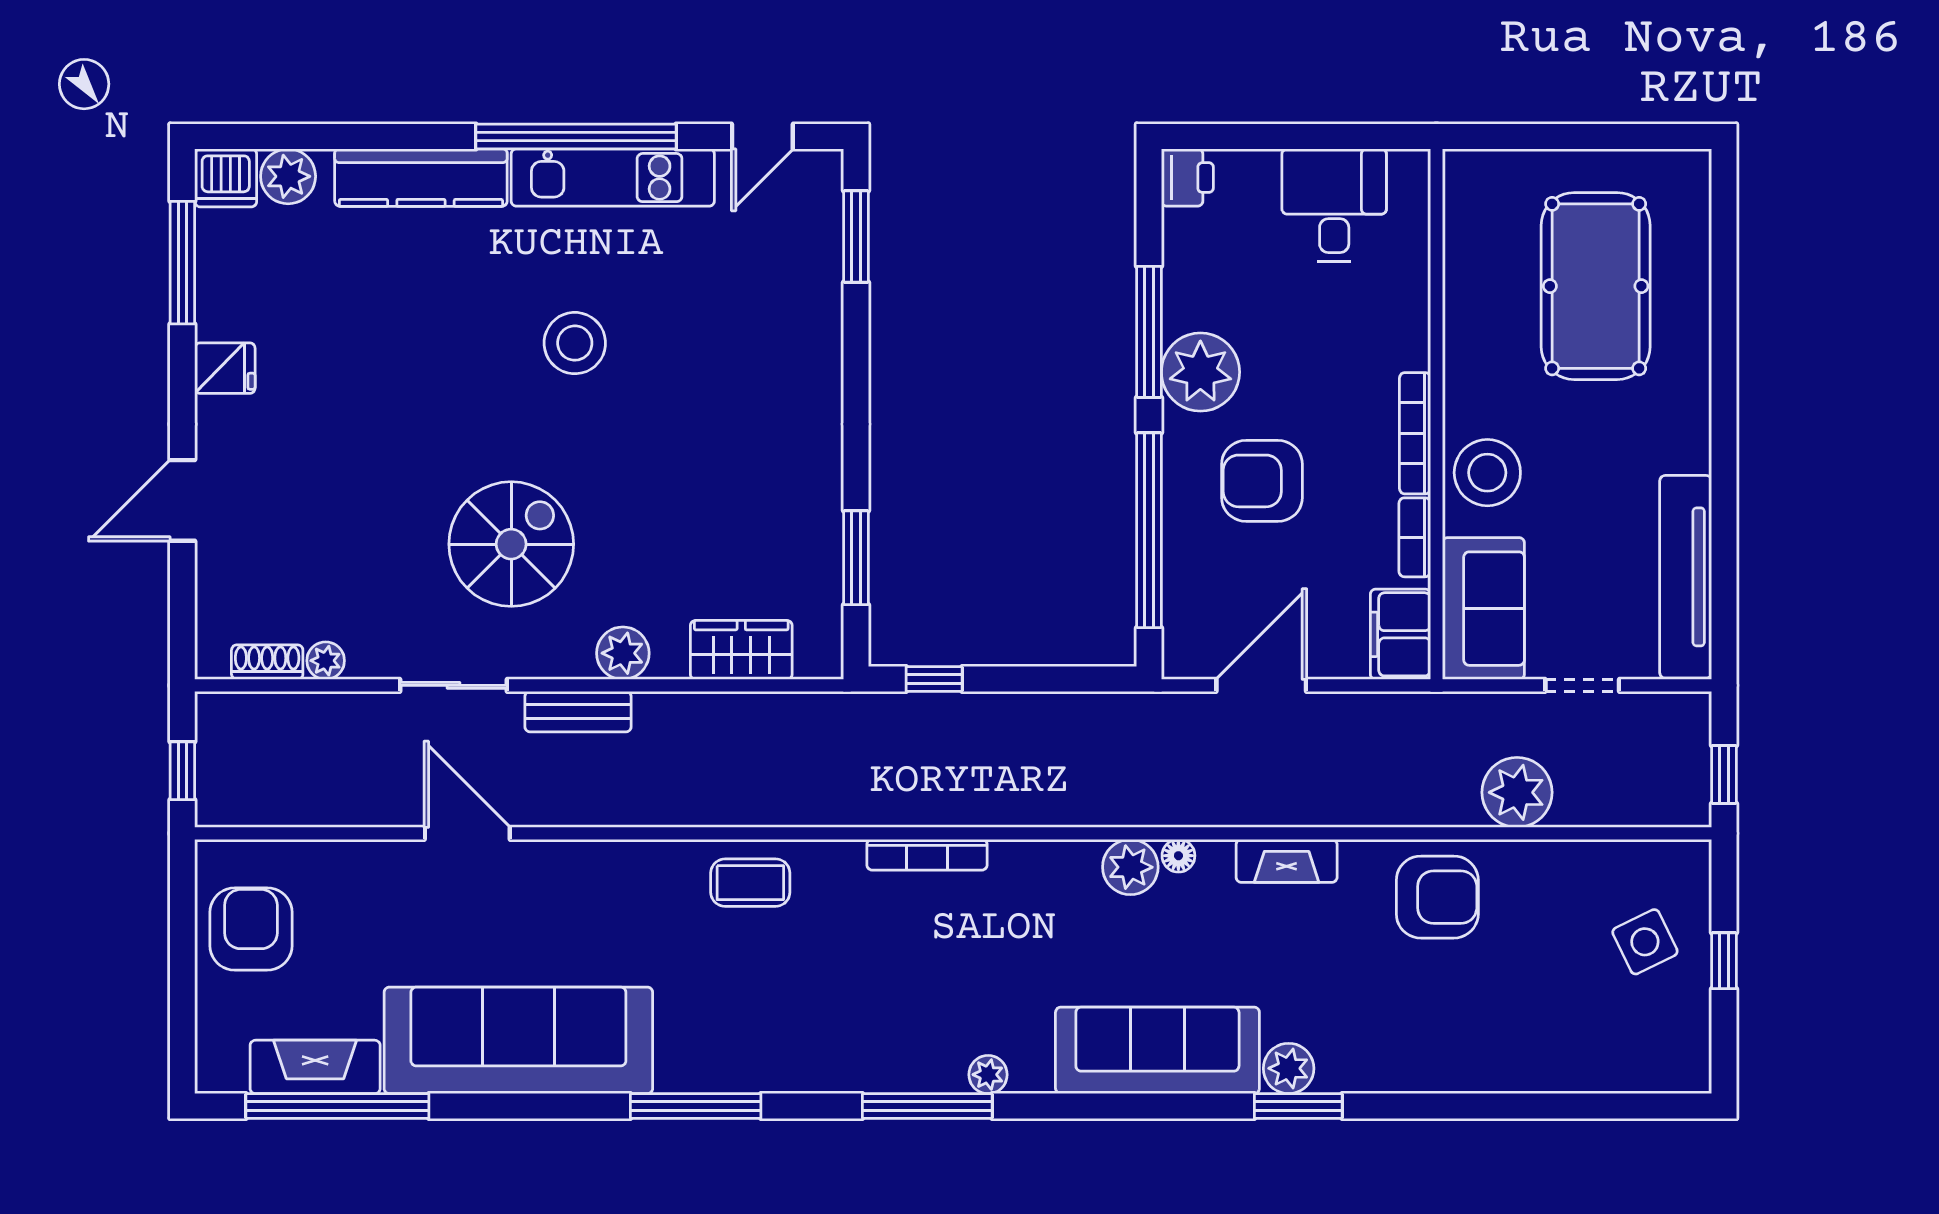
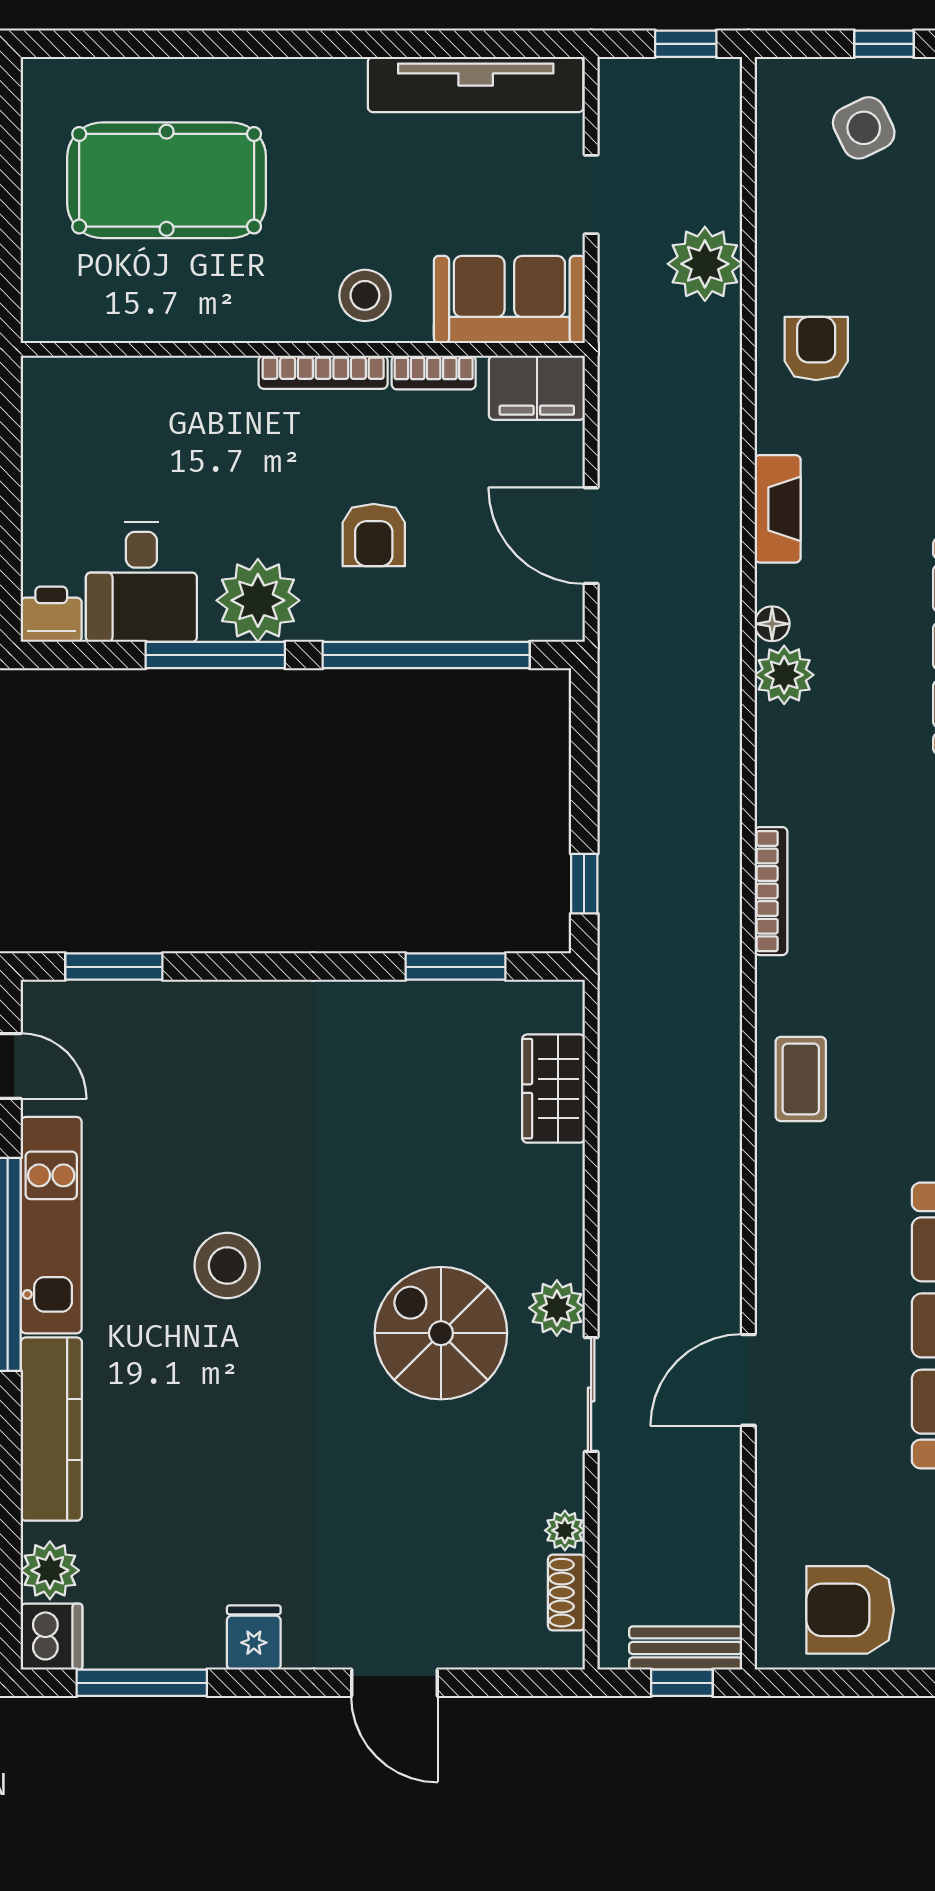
desk: (1334, 205) -> (141, 582), moved, turned -90
stool: (1487, 473) -> (365, 295), width x0.73, depth x0.73
armchair: (1262, 481) -> (374, 535), width x0.72, depth x0.72
plant: (623, 653) -> (557, 1308), moved
bench: (578, 712) -> (686, 1648), moved, turned 90
armchair: (1437, 897) -> (816, 349), width x0.72, depth x0.72

